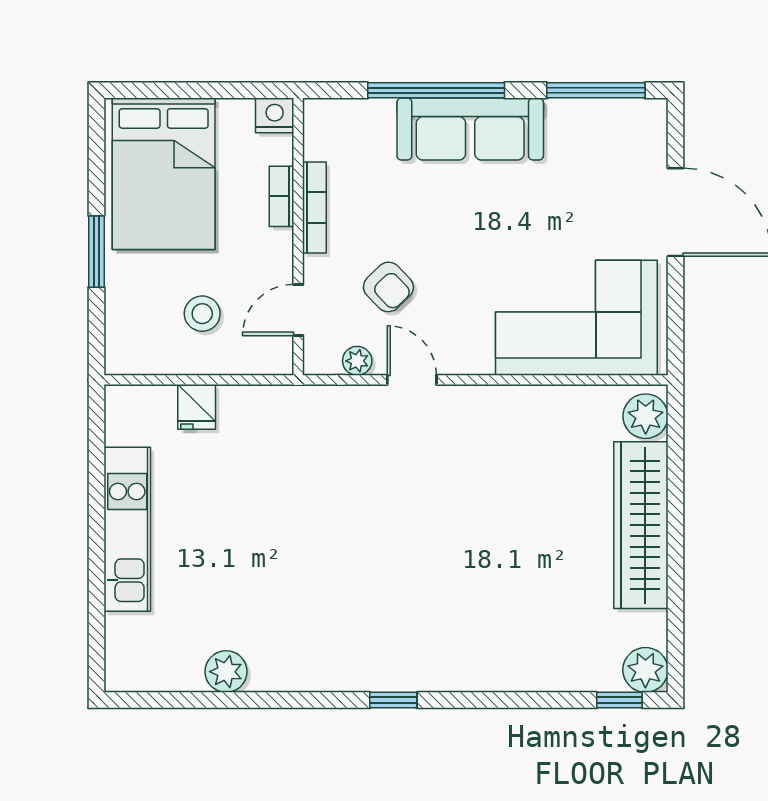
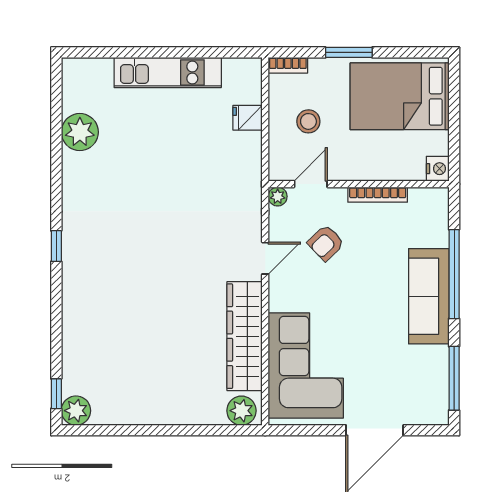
bookcase: (281, 196) -> (288, 65), moved, turned 180
door: (298, 310) -> (311, 184), hinge flipped
plant: (357, 361) -> (278, 196), moved
wardrobe: (641, 525) -> (245, 336), moved, turned -90
plant: (226, 672) -> (80, 132), width x1.36, depth x1.36

